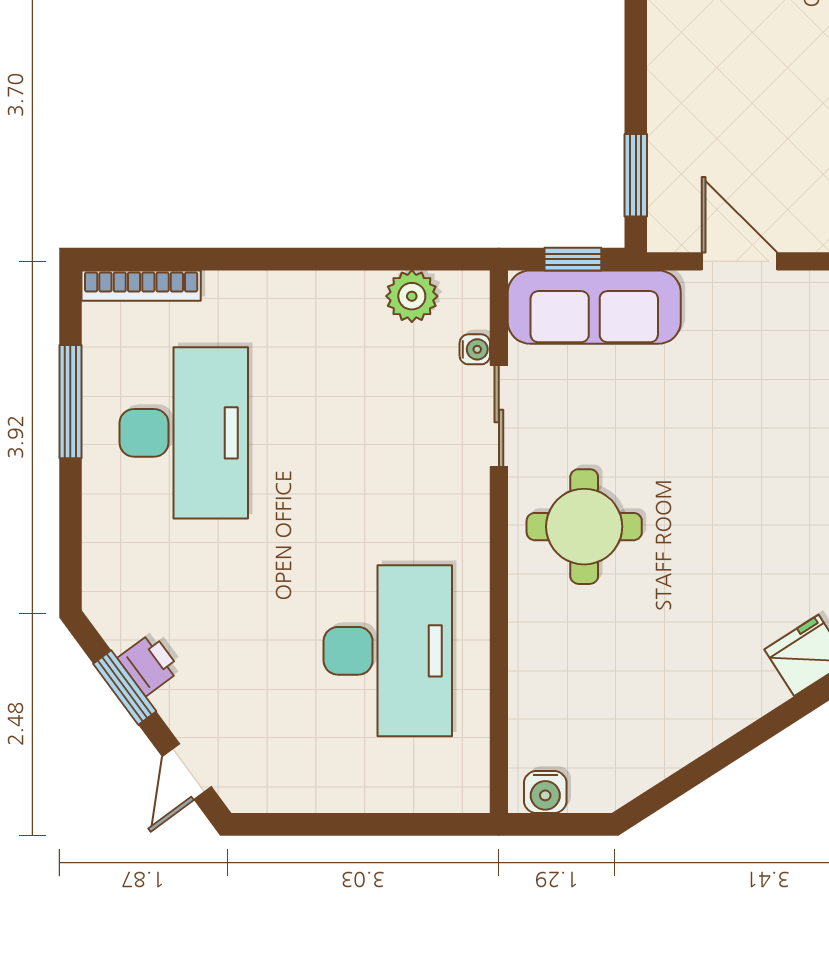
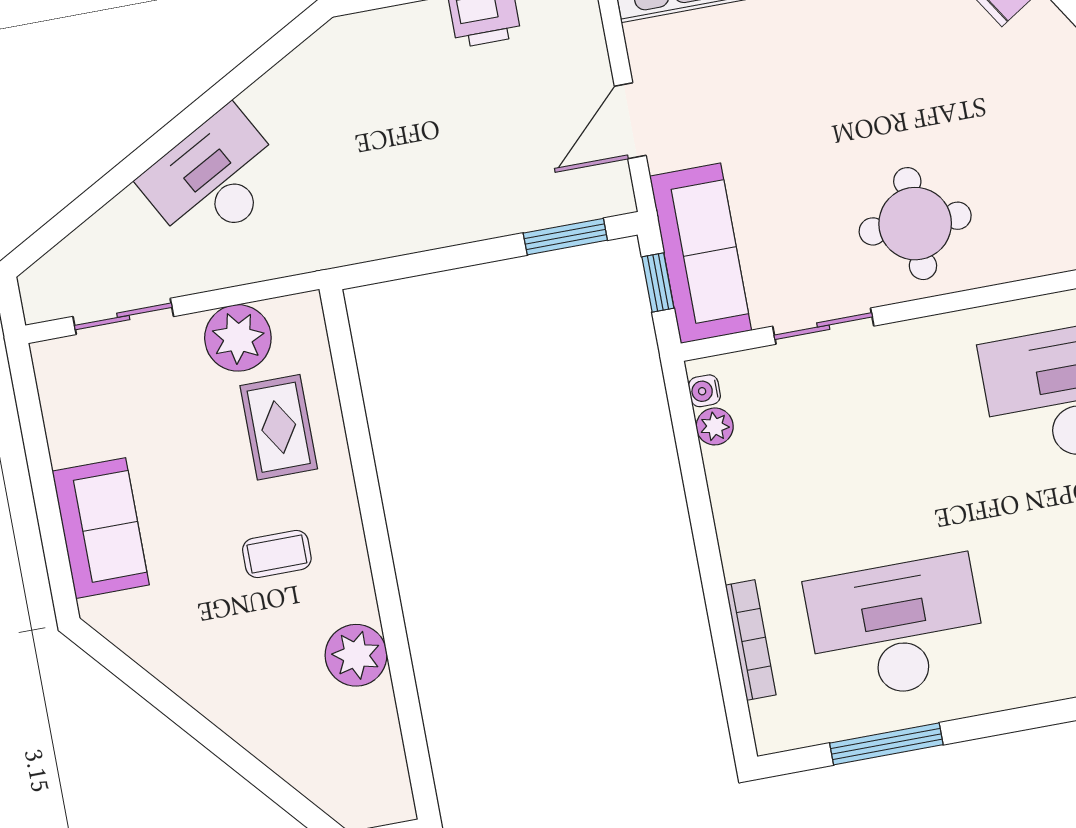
bookcase: (141, 286) -> (751, 640), moved
plant: (412, 296) -> (715, 426), width x0.73, depth x0.73
water cooler: (475, 349) -> (704, 391), moved, turned -90

